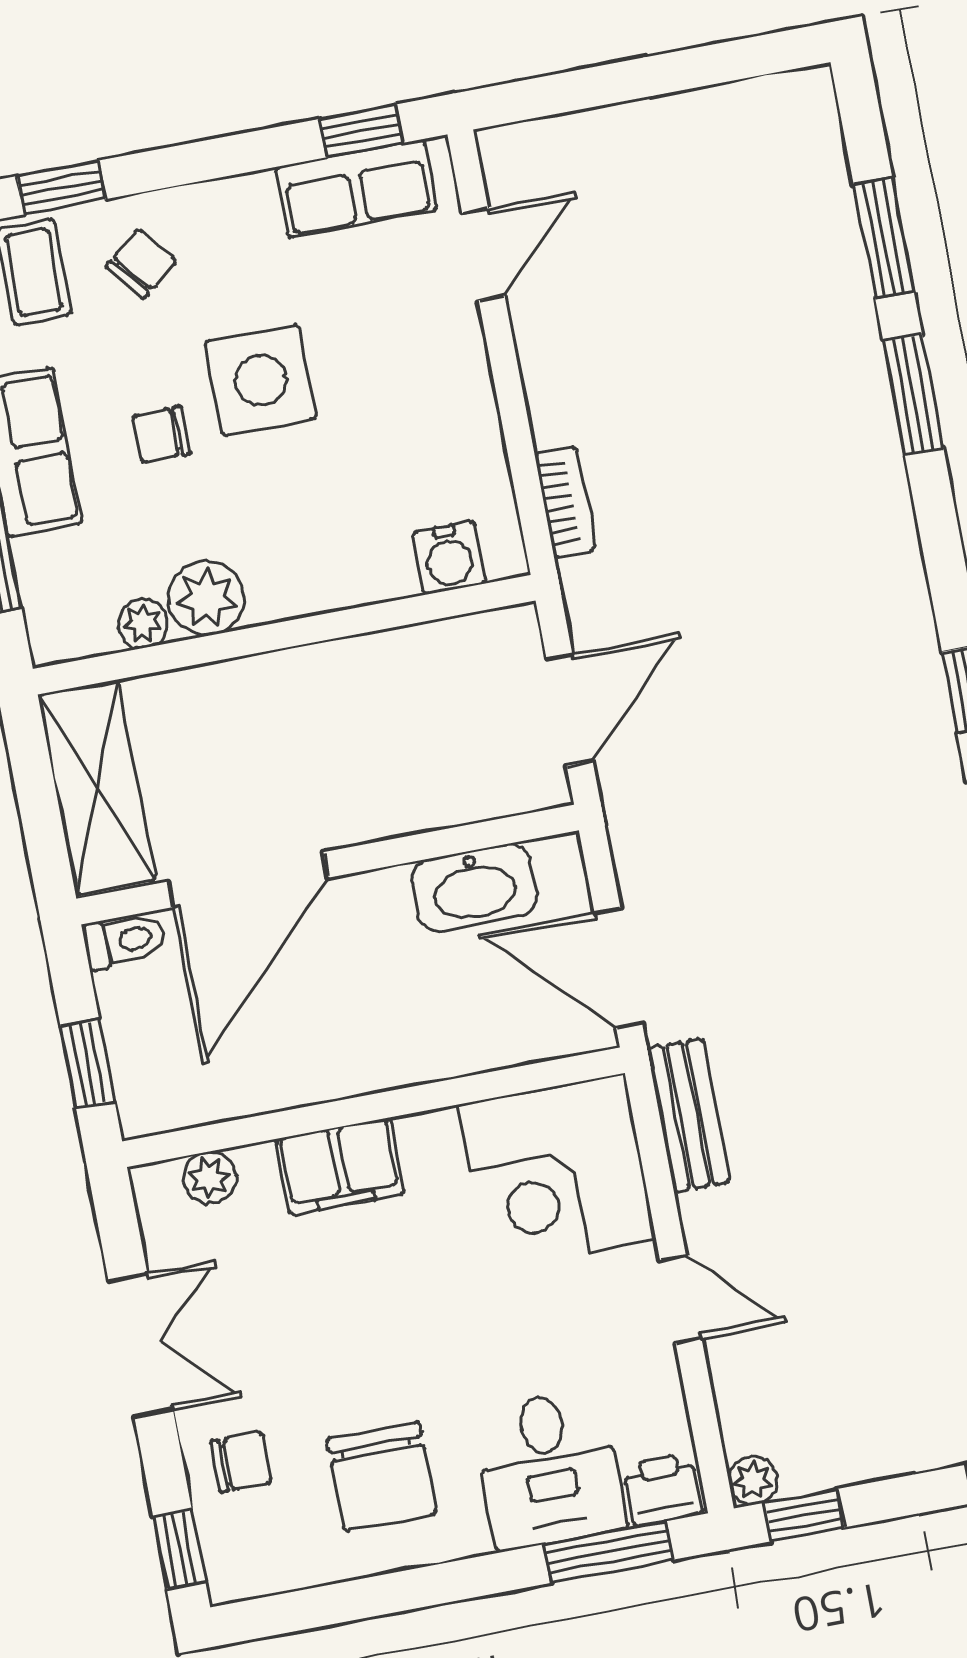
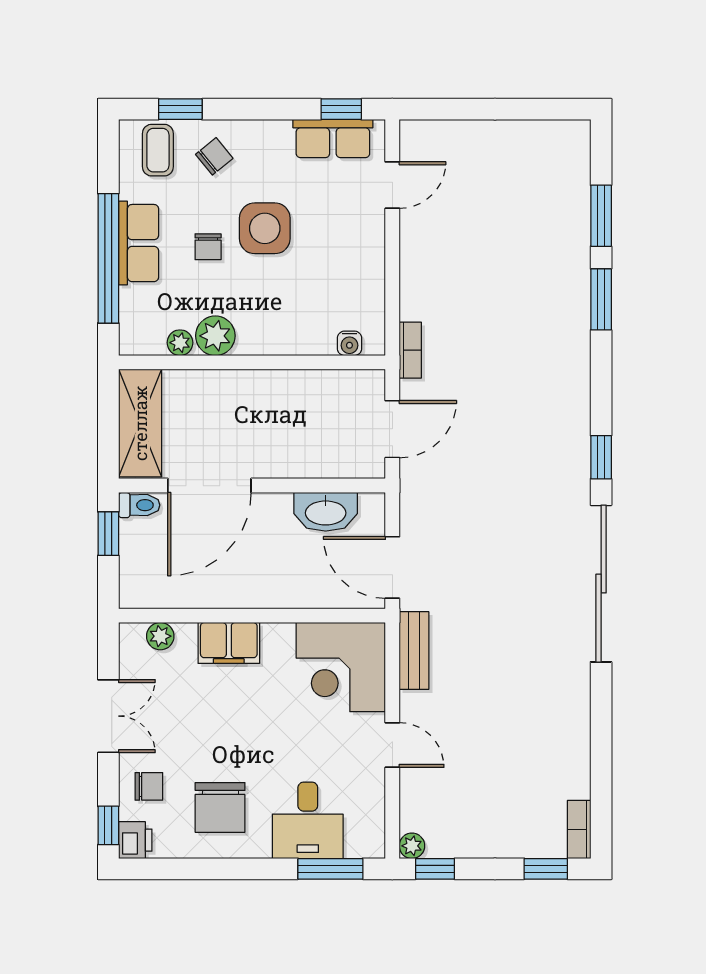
chair: (161, 435) -> (208, 247), turned -90
bookcase: (565, 502) -> (410, 350), moved
water cooler: (449, 558) -> (349, 343), width x0.72, depth x0.72
window: (87, 1063) -> (108, 534), moved
printer: (663, 1490) -> (135, 840), moved, turned 90

